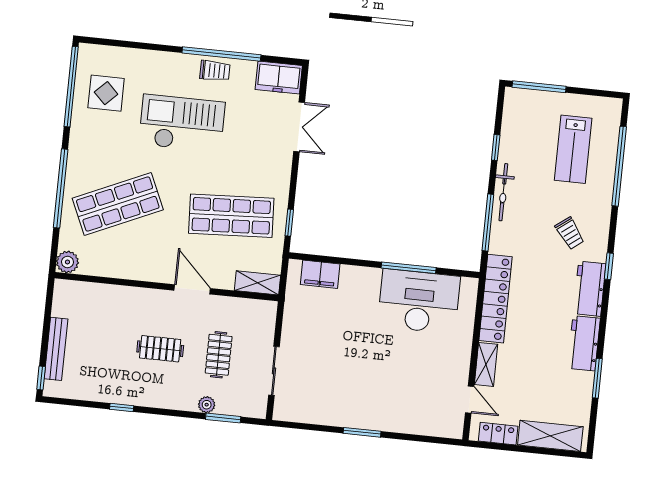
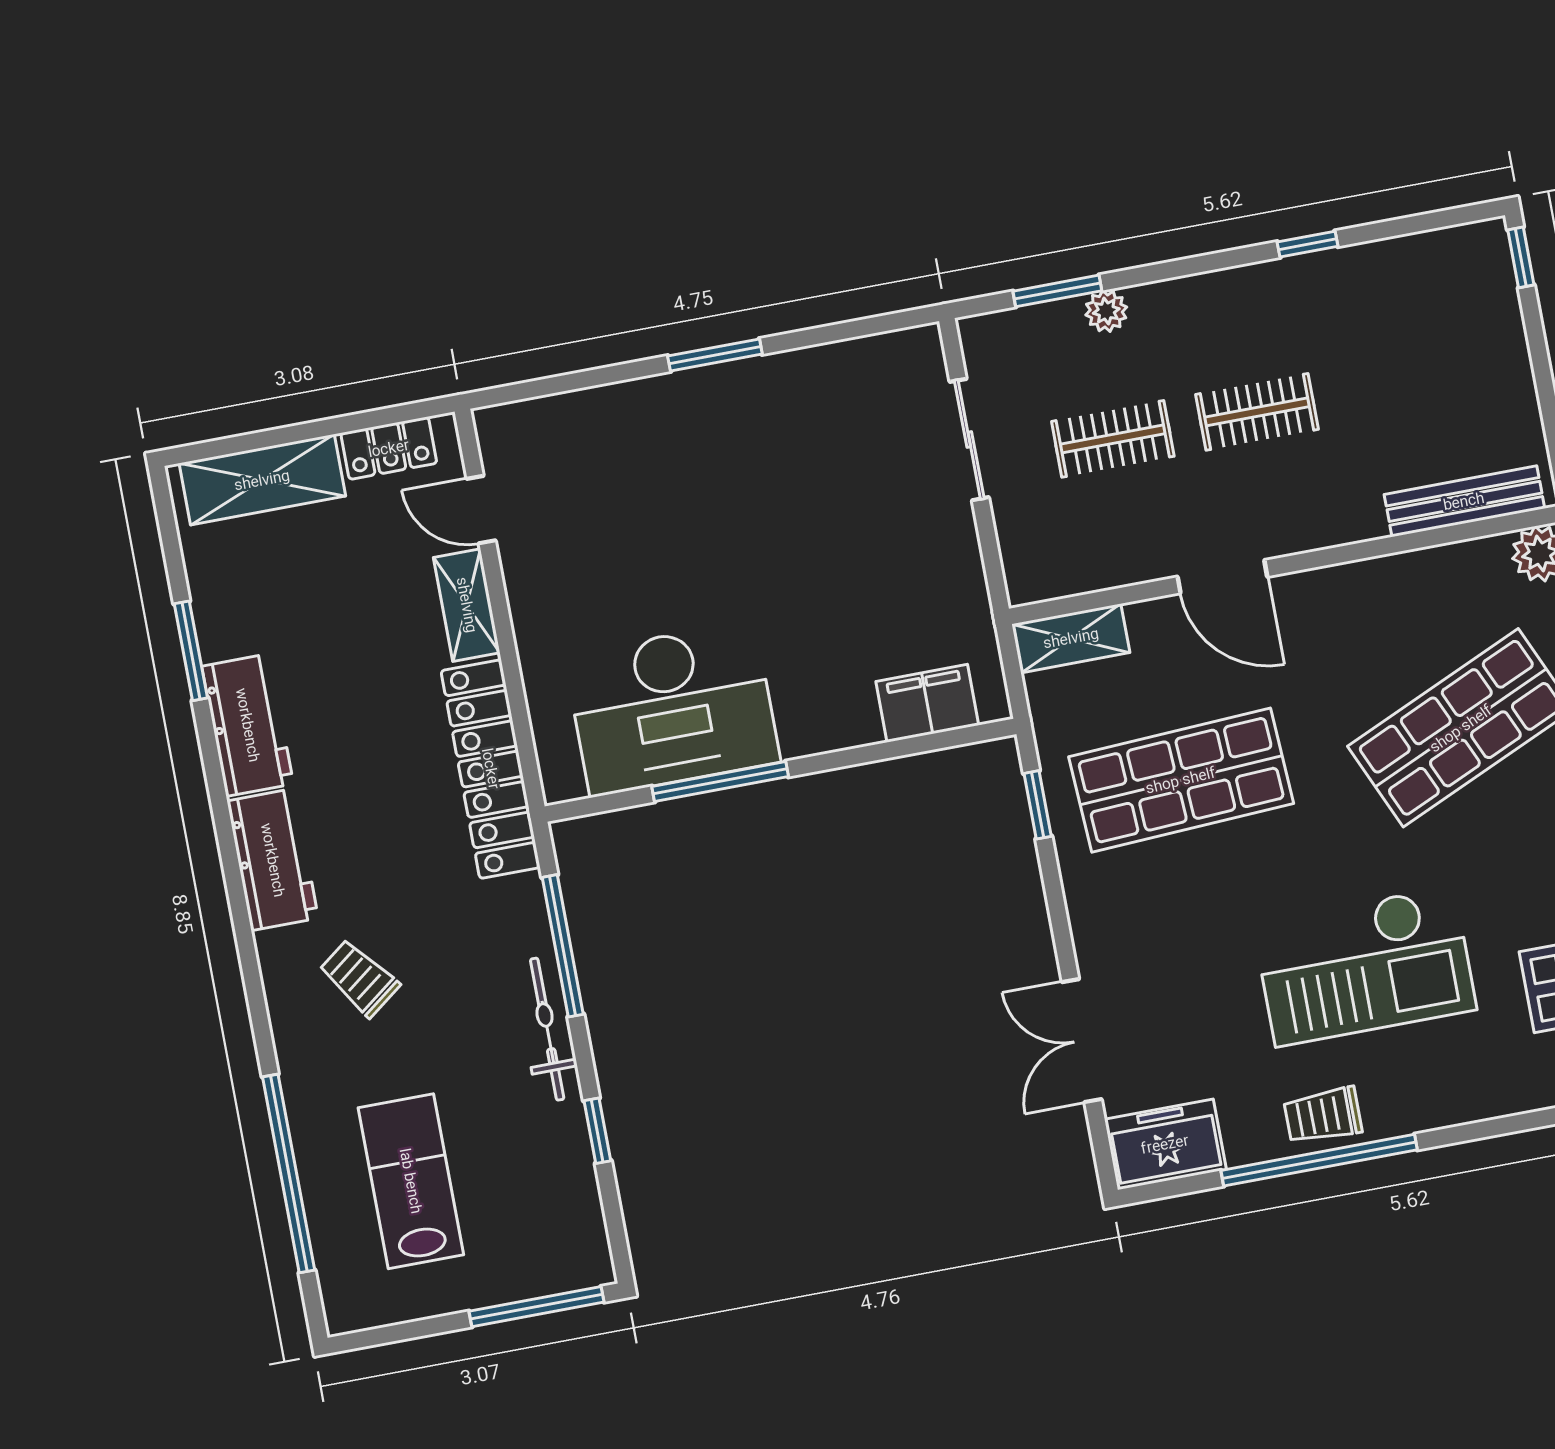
window: (609, 266) -> (243, 927), removed
bench: (56, 349) -> (1464, 501), moved, turned 90
clothes rail: (219, 355) -> (1113, 439), turned 90

